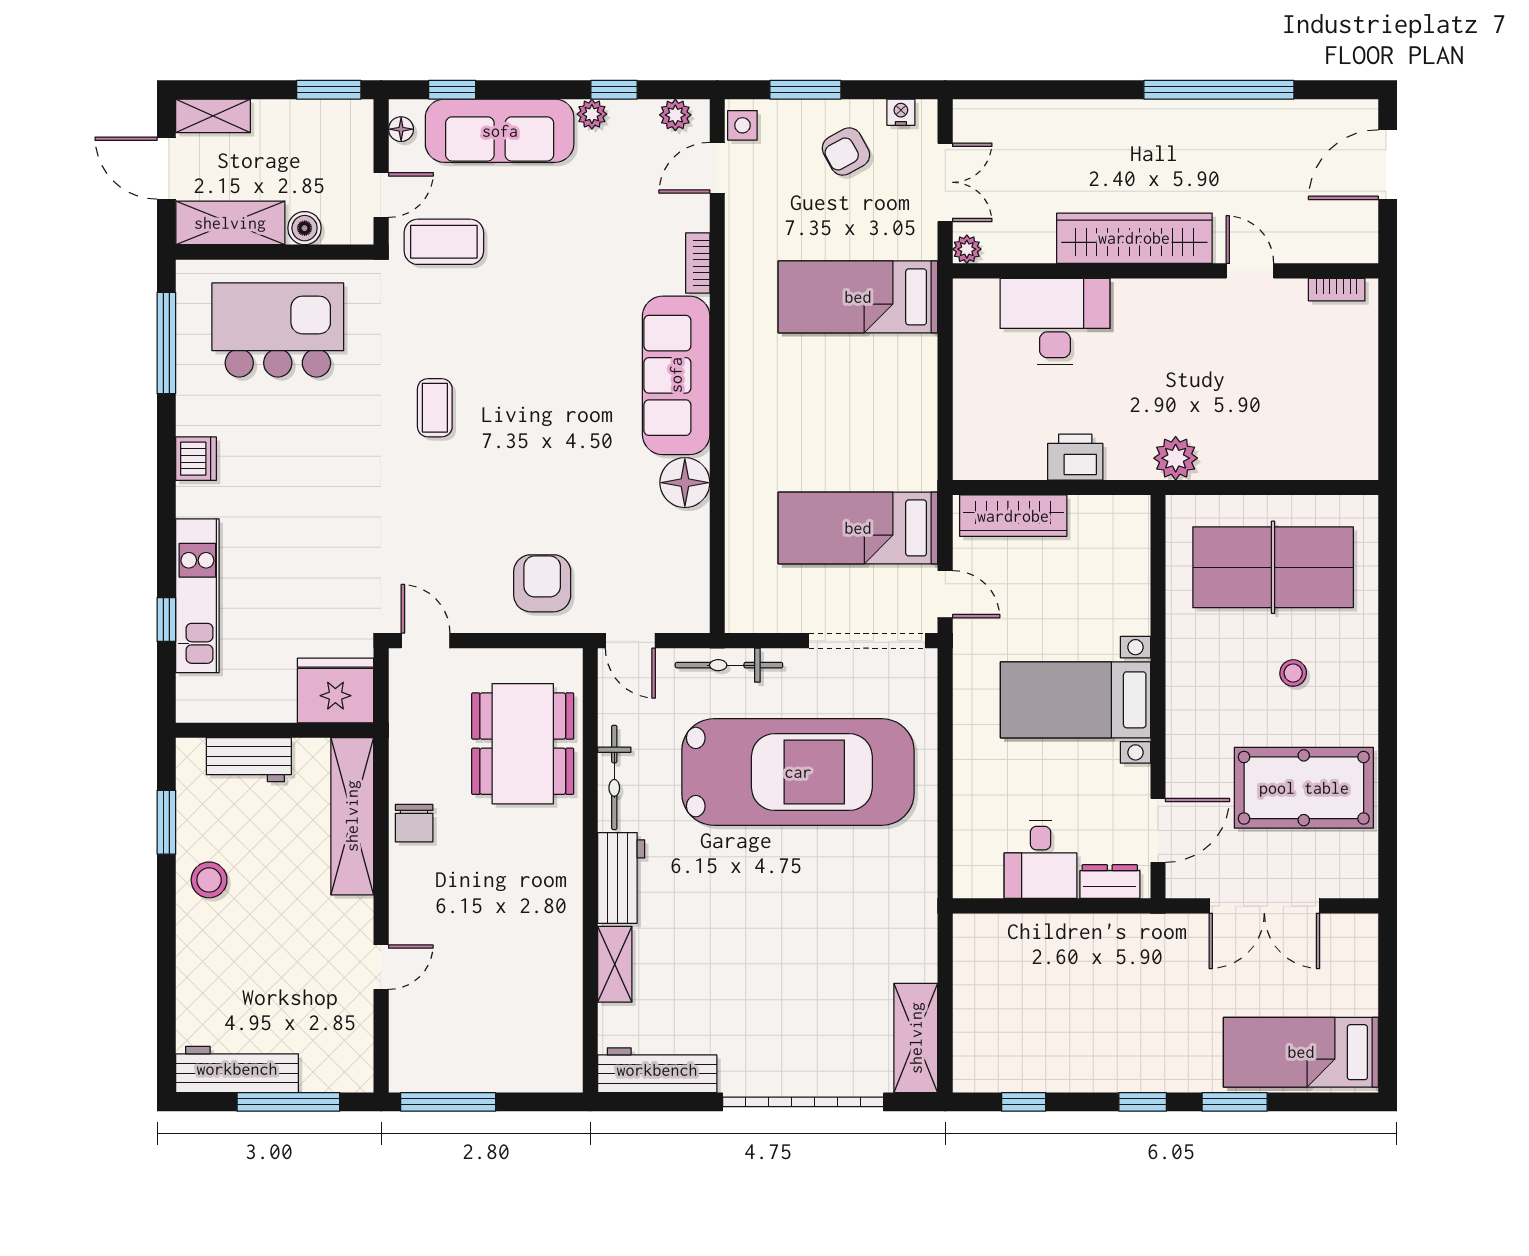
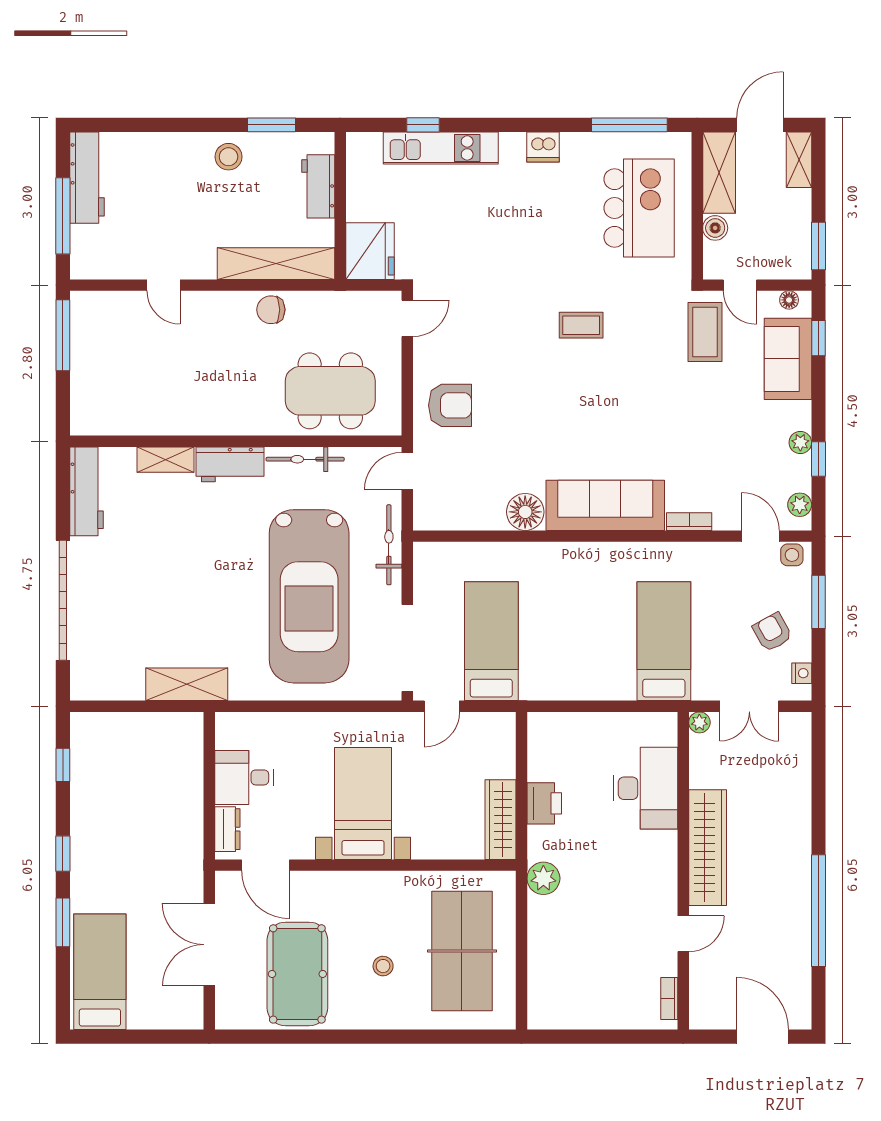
sofa: (500, 131) -> (788, 359), width x0.73
wardrobe: (1013, 516) -> (501, 820), moved
shelving: (916, 1038) -> (187, 684), moved

